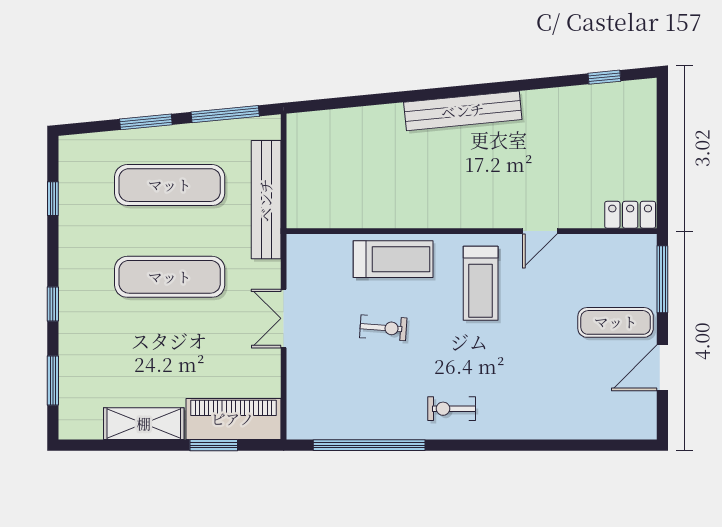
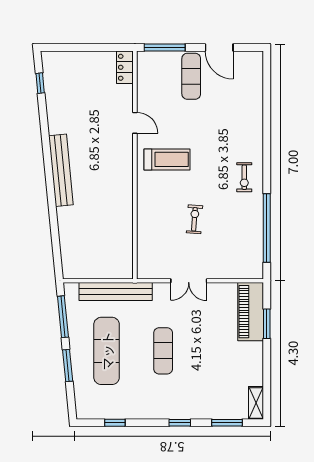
treadmill: (393, 259) -> (152, 213), removed
exercise mat: (170, 277) -> (163, 351), width x0.73, depth x0.69
shelving: (144, 424) -> (256, 403), moved, width x0.67, depth x0.75

